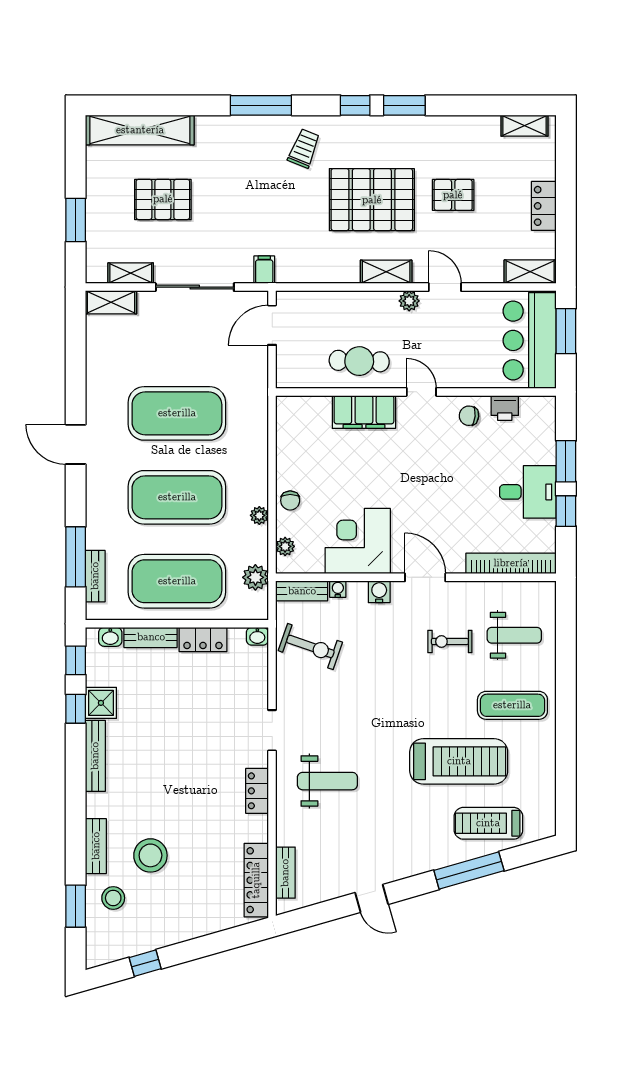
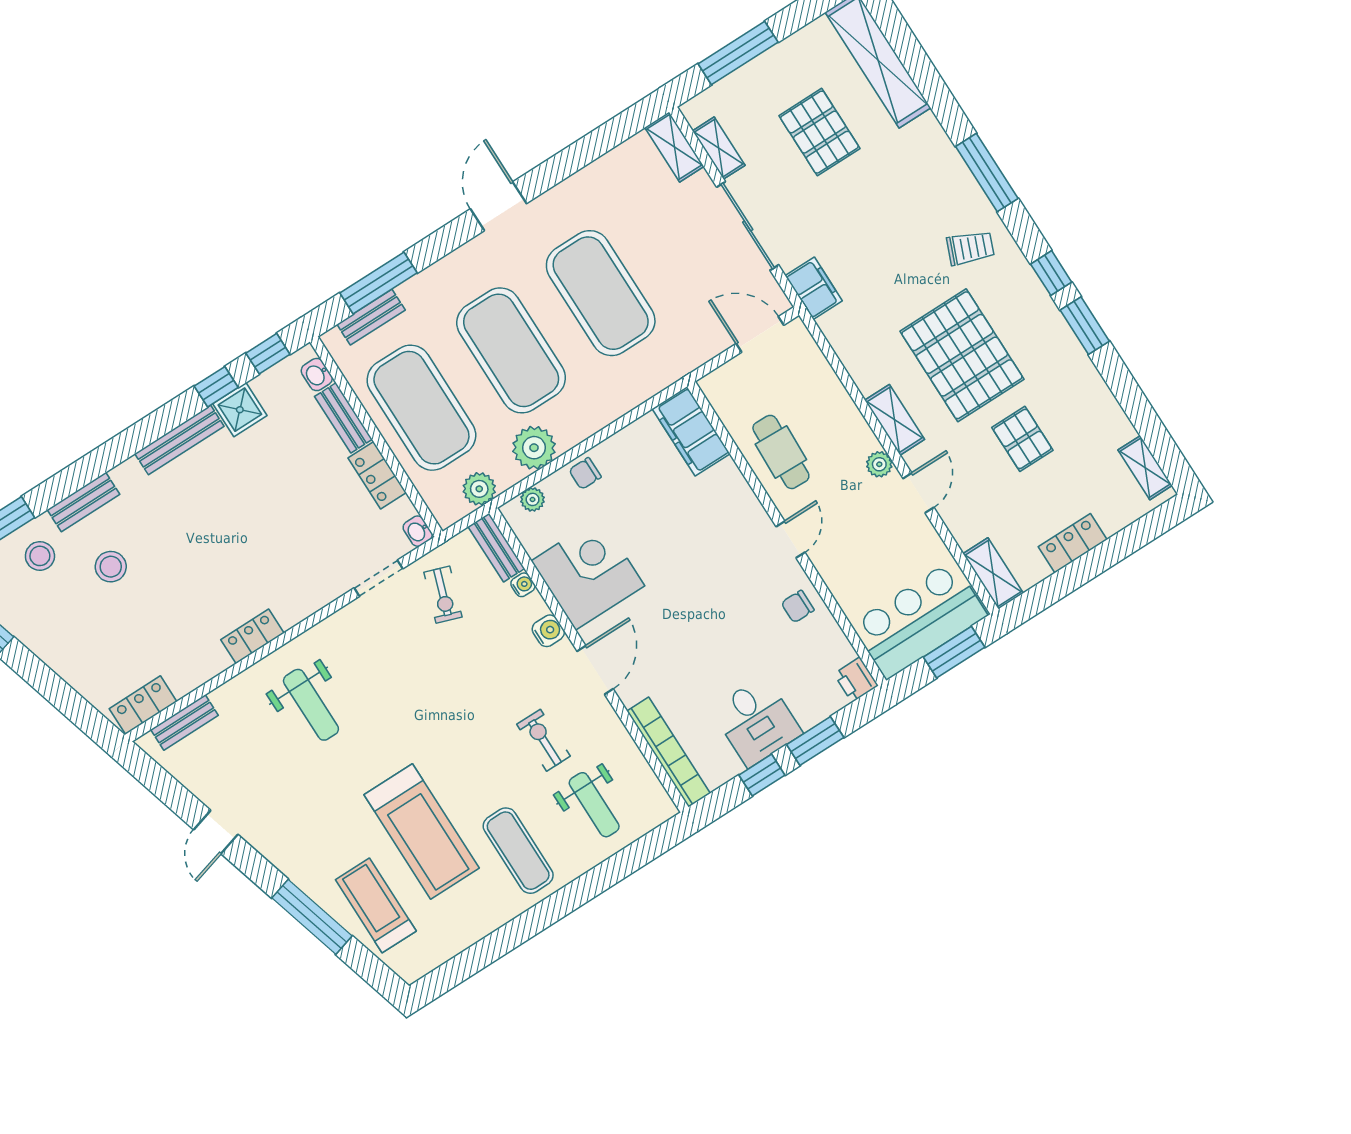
window: (76, 220) -> (738, 53), width x1.44
filing cabinet: (264, 270) -> (814, 288), width x2.00
printer: (505, 408) -> (856, 680), moved
filing cabinet: (364, 412) -> (691, 431), moved
chair: (469, 416) -> (798, 607), turned -96
plant: (259, 515) -> (534, 448), width x1.88, depth x1.88
exercise bike: (310, 646) -> (443, 595), width x0.73, depth x0.72
doorway: (272, 730) -> (378, 578), moved
stool: (150, 855) -> (111, 567), width x0.73, depth x0.73
locker: (256, 880) -> (143, 705), width x0.66

